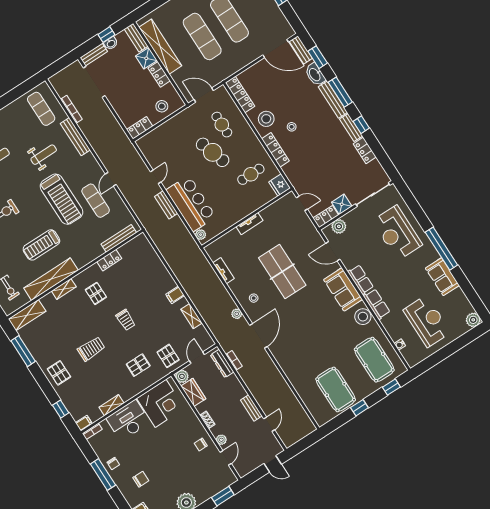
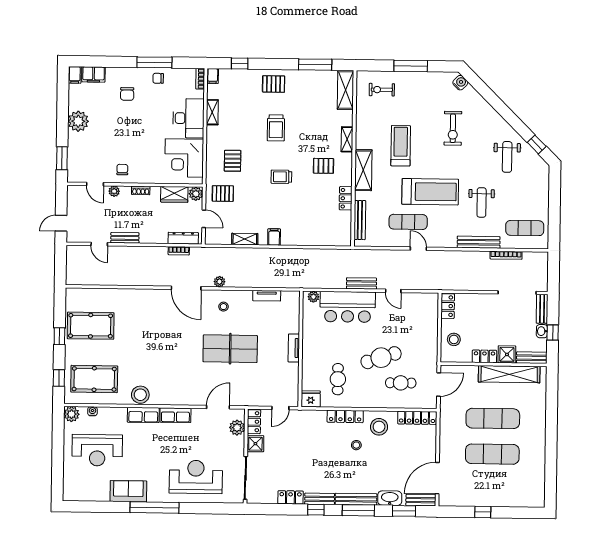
treadmill: (61, 199) -> (430, 192), turned 180
shelving: (51, 279) -> (363, 170), moved, width x0.68
sofa: (343, 289) -> (177, 393), removed
plant: (473, 320) -> (71, 414), moved

